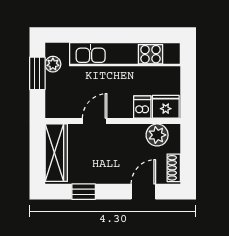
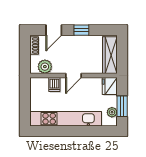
fridge: (166, 107) -> (110, 86), moved, turned 90
door: (95, 121) -> (73, 76), moved
window: (84, 192) -> (81, 30), moved

